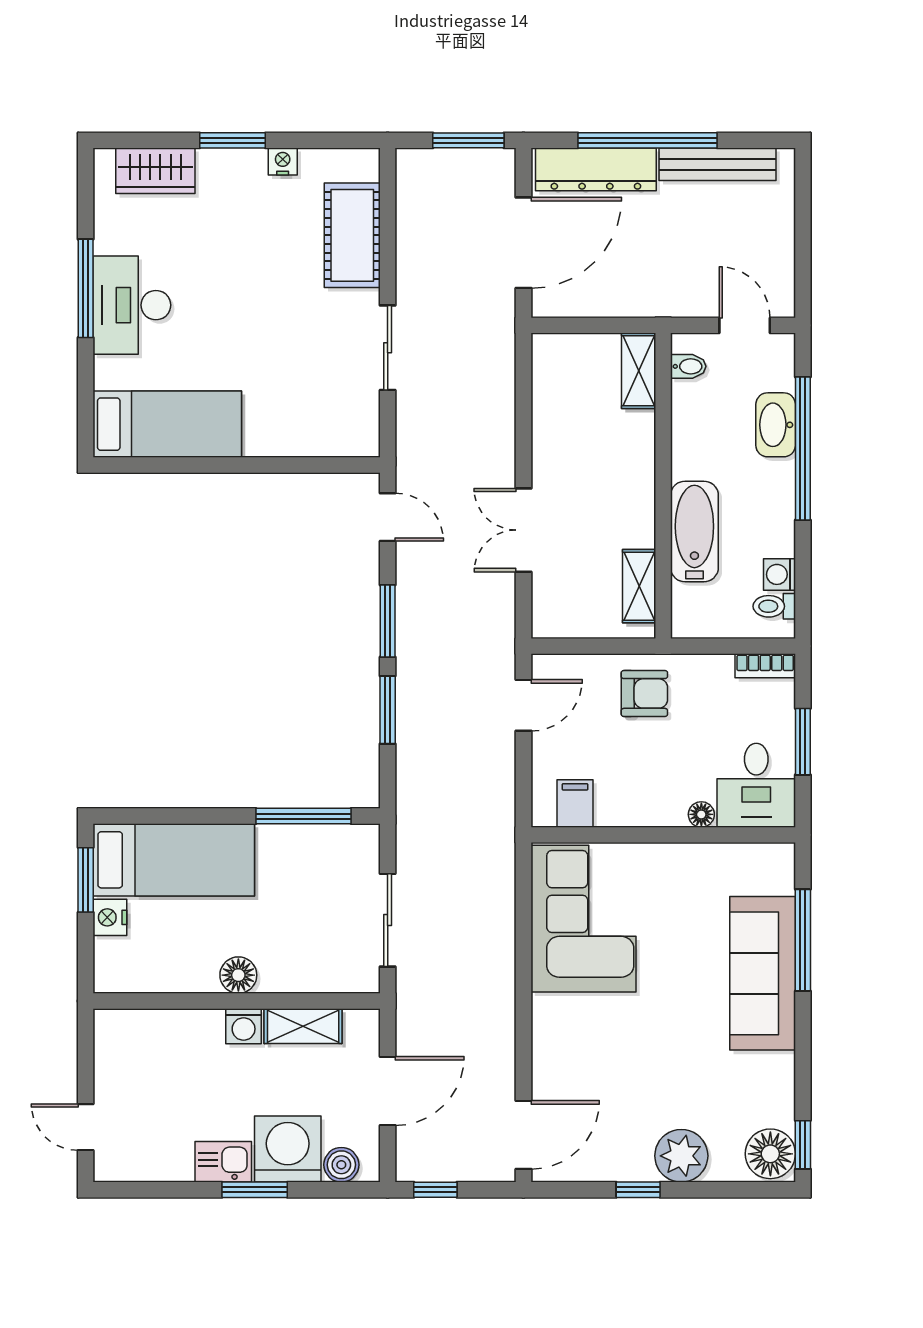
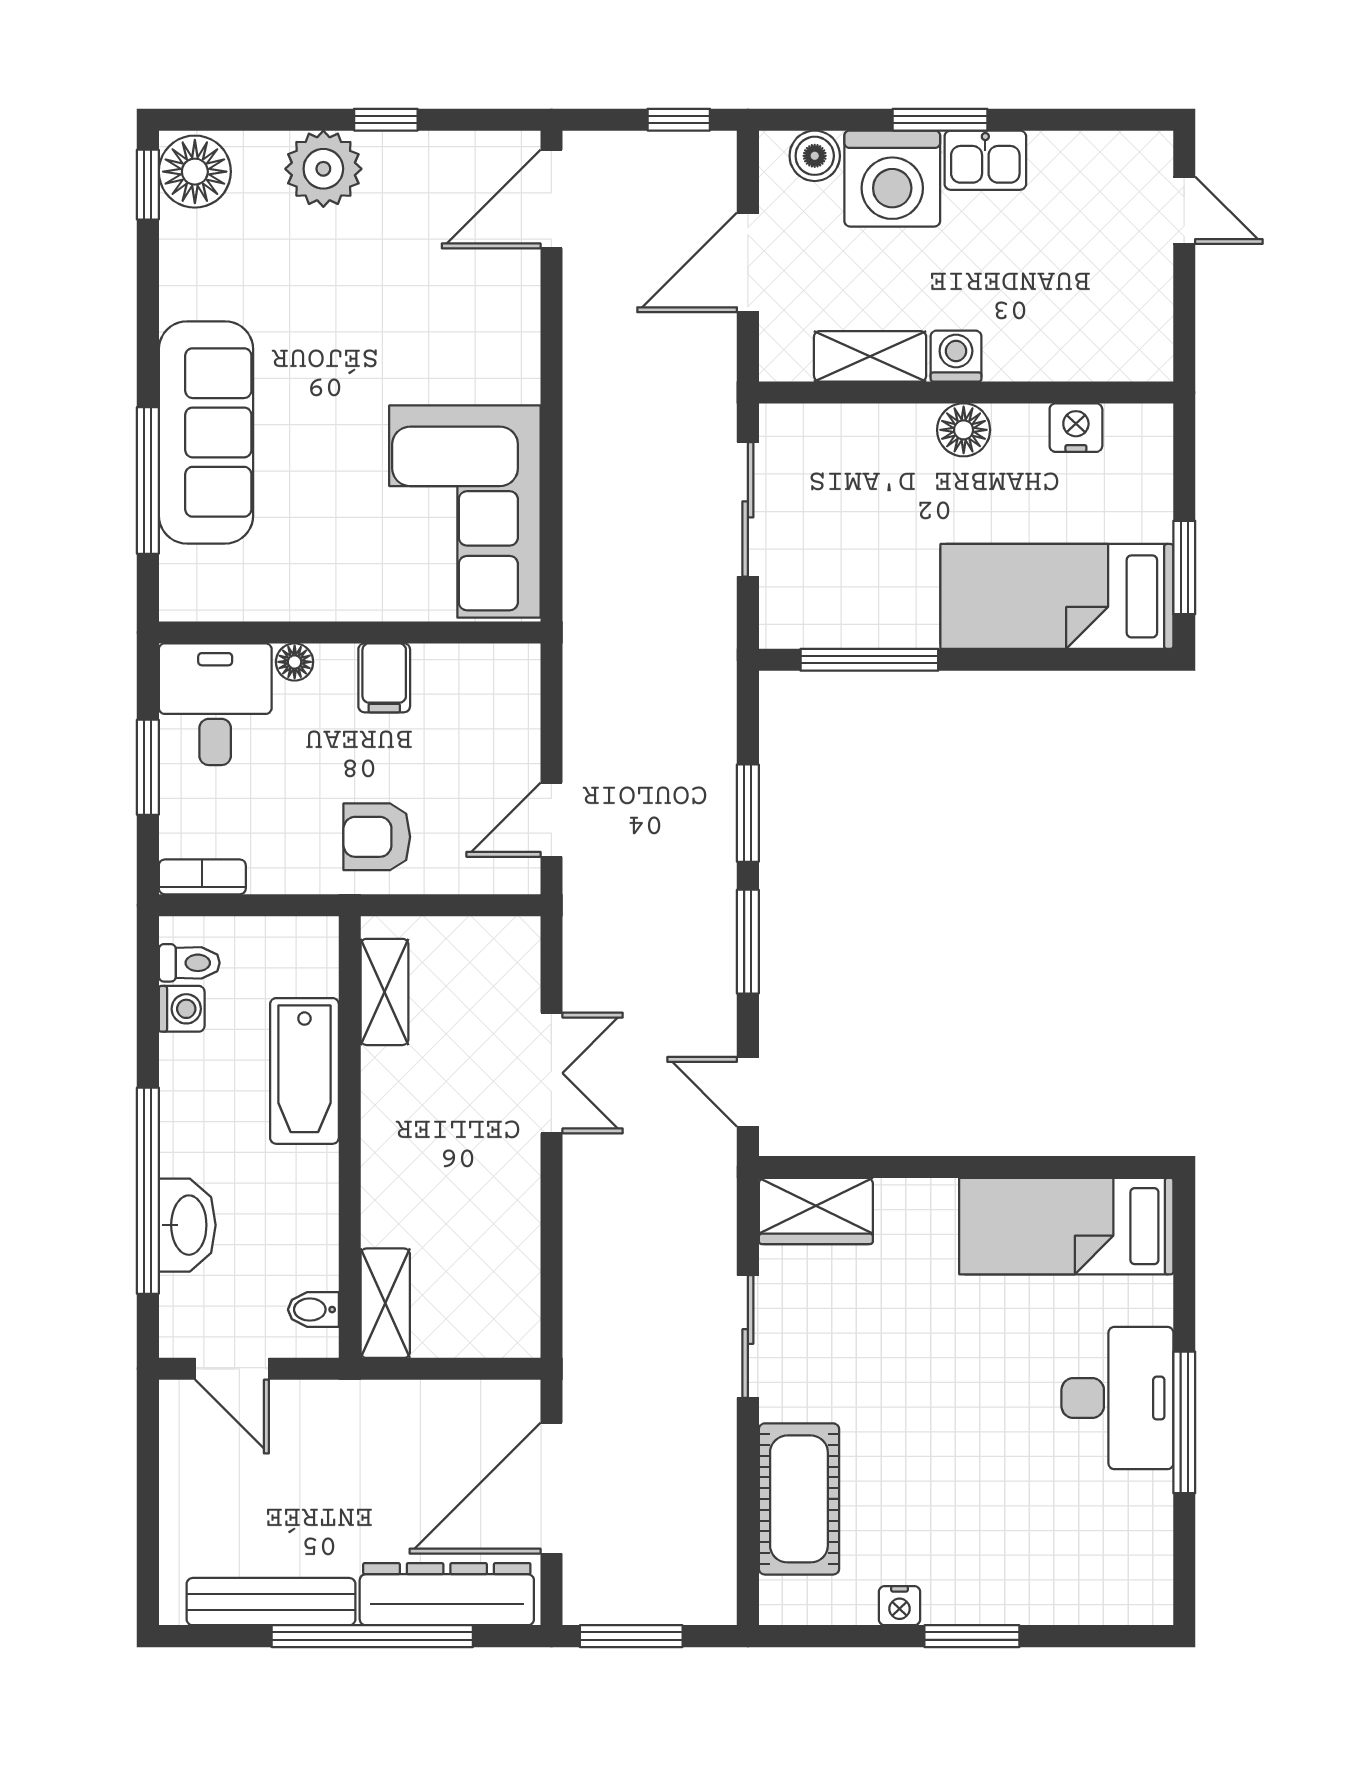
wardrobe: (155, 171) -> (816, 1211), moved, turned 180
filing cabinet: (575, 804) -> (384, 678), moved
nightstand: (110, 917) -> (1076, 428), moved, turned -90

